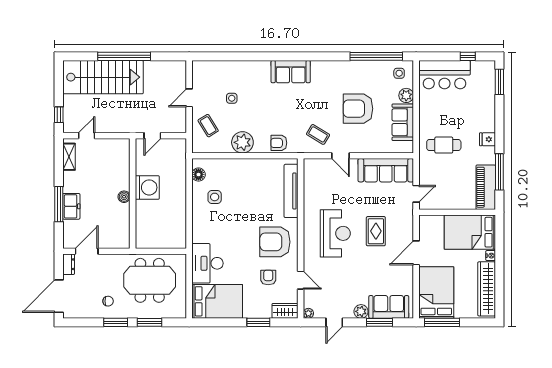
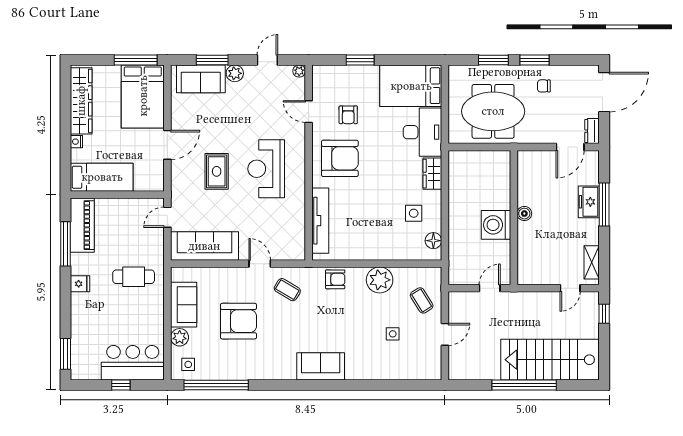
window: (468, 56) -> (121, 385), moved
bed: (470, 232) -> (102, 177), width x0.67
wardrobe: (285, 311) -> (432, 174), moved, turned 90

